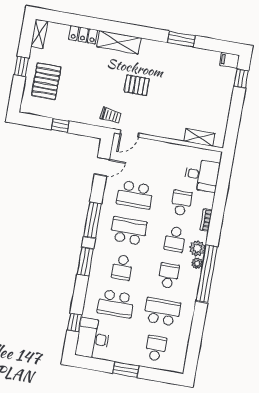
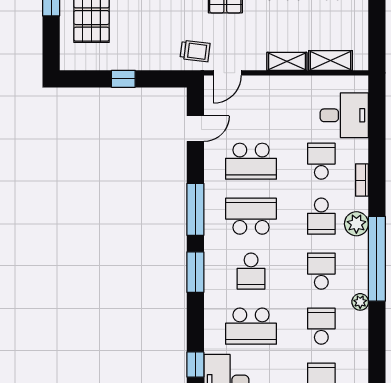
shelving: (170, 133) -> (287, 61), added
plant: (197, 263) -> (360, 302), moved
school desk: (162, 312) -> (321, 326), width x0.54

